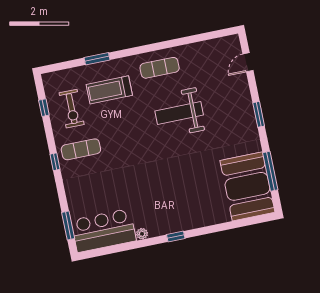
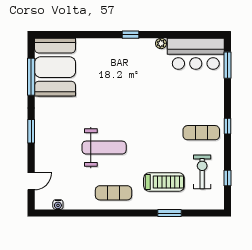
water cooler: (215, 44) -> (58, 205), added

